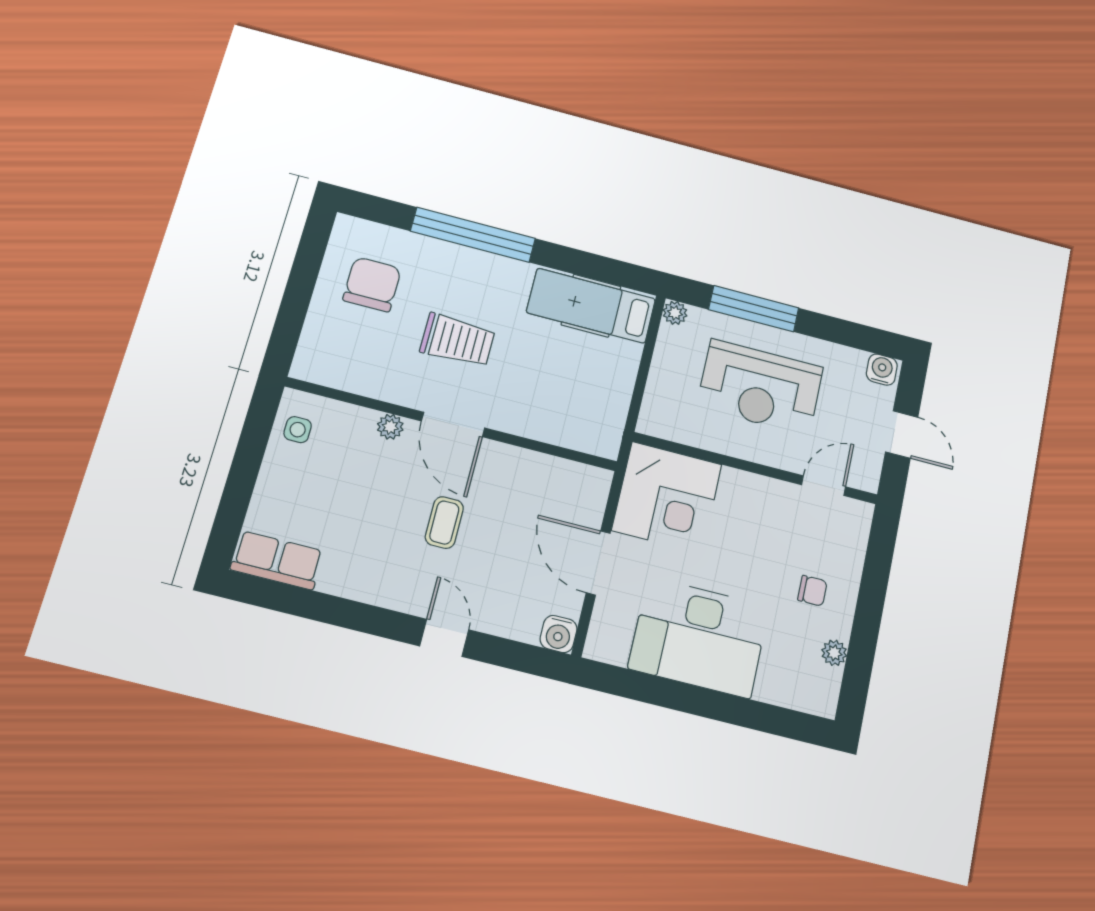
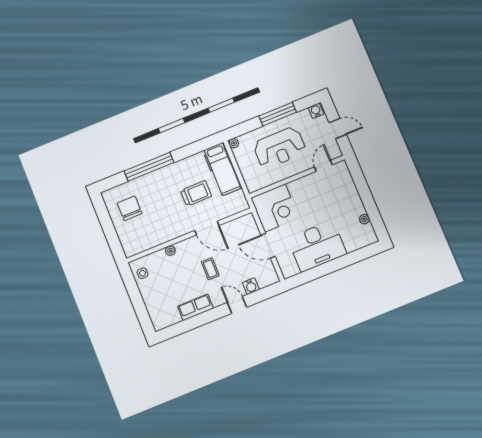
hospital bed: (591, 306) -> (222, 169), moved, turned -90
window: (754, 309) -> (278, 114), moved
trolley: (458, 340) -> (196, 193), moved
door: (453, 425) -> (207, 228), moved
row of seats: (277, 560) -> (195, 307), moved
chair: (812, 591) -> (343, 204), removed
water cooler: (559, 634) -> (251, 286), moved

